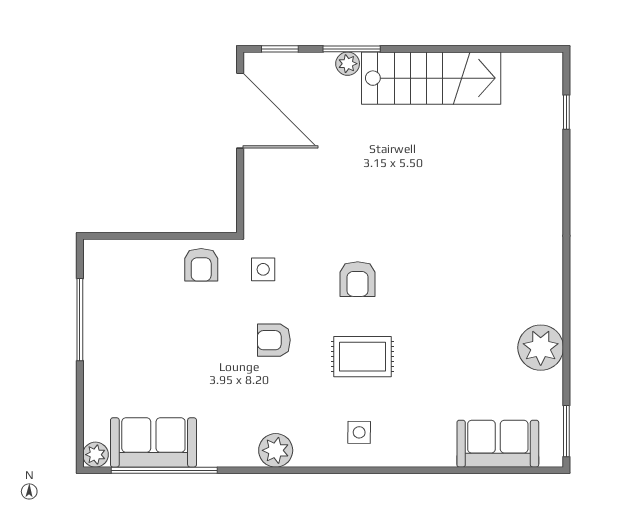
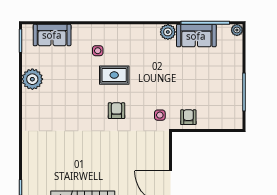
armchair: (274, 340) -> (155, 83), removed
side table: (359, 432) -> (98, 51), moved
sofa: (153, 442) -> (196, 36), moved
plant: (276, 450) -> (168, 32), moved

